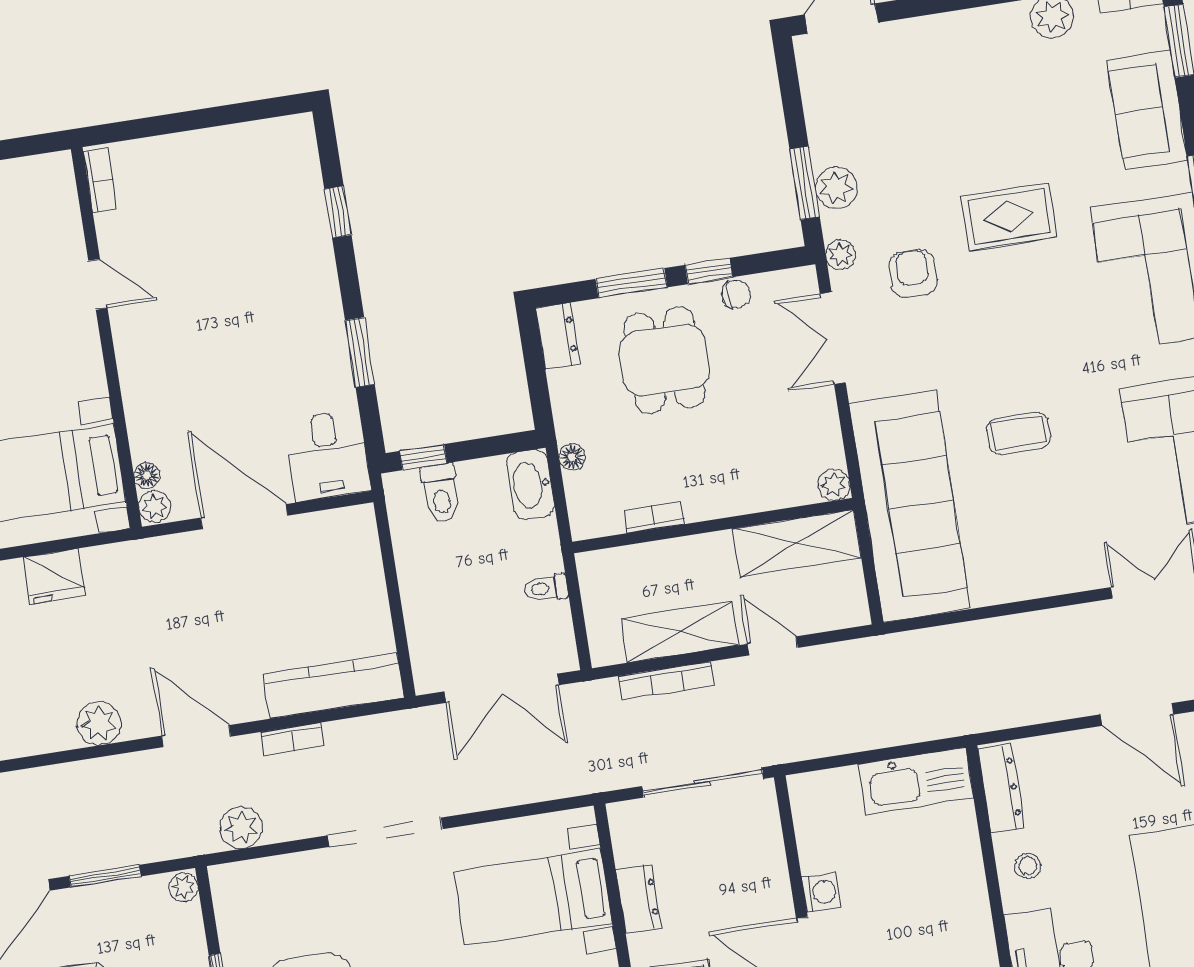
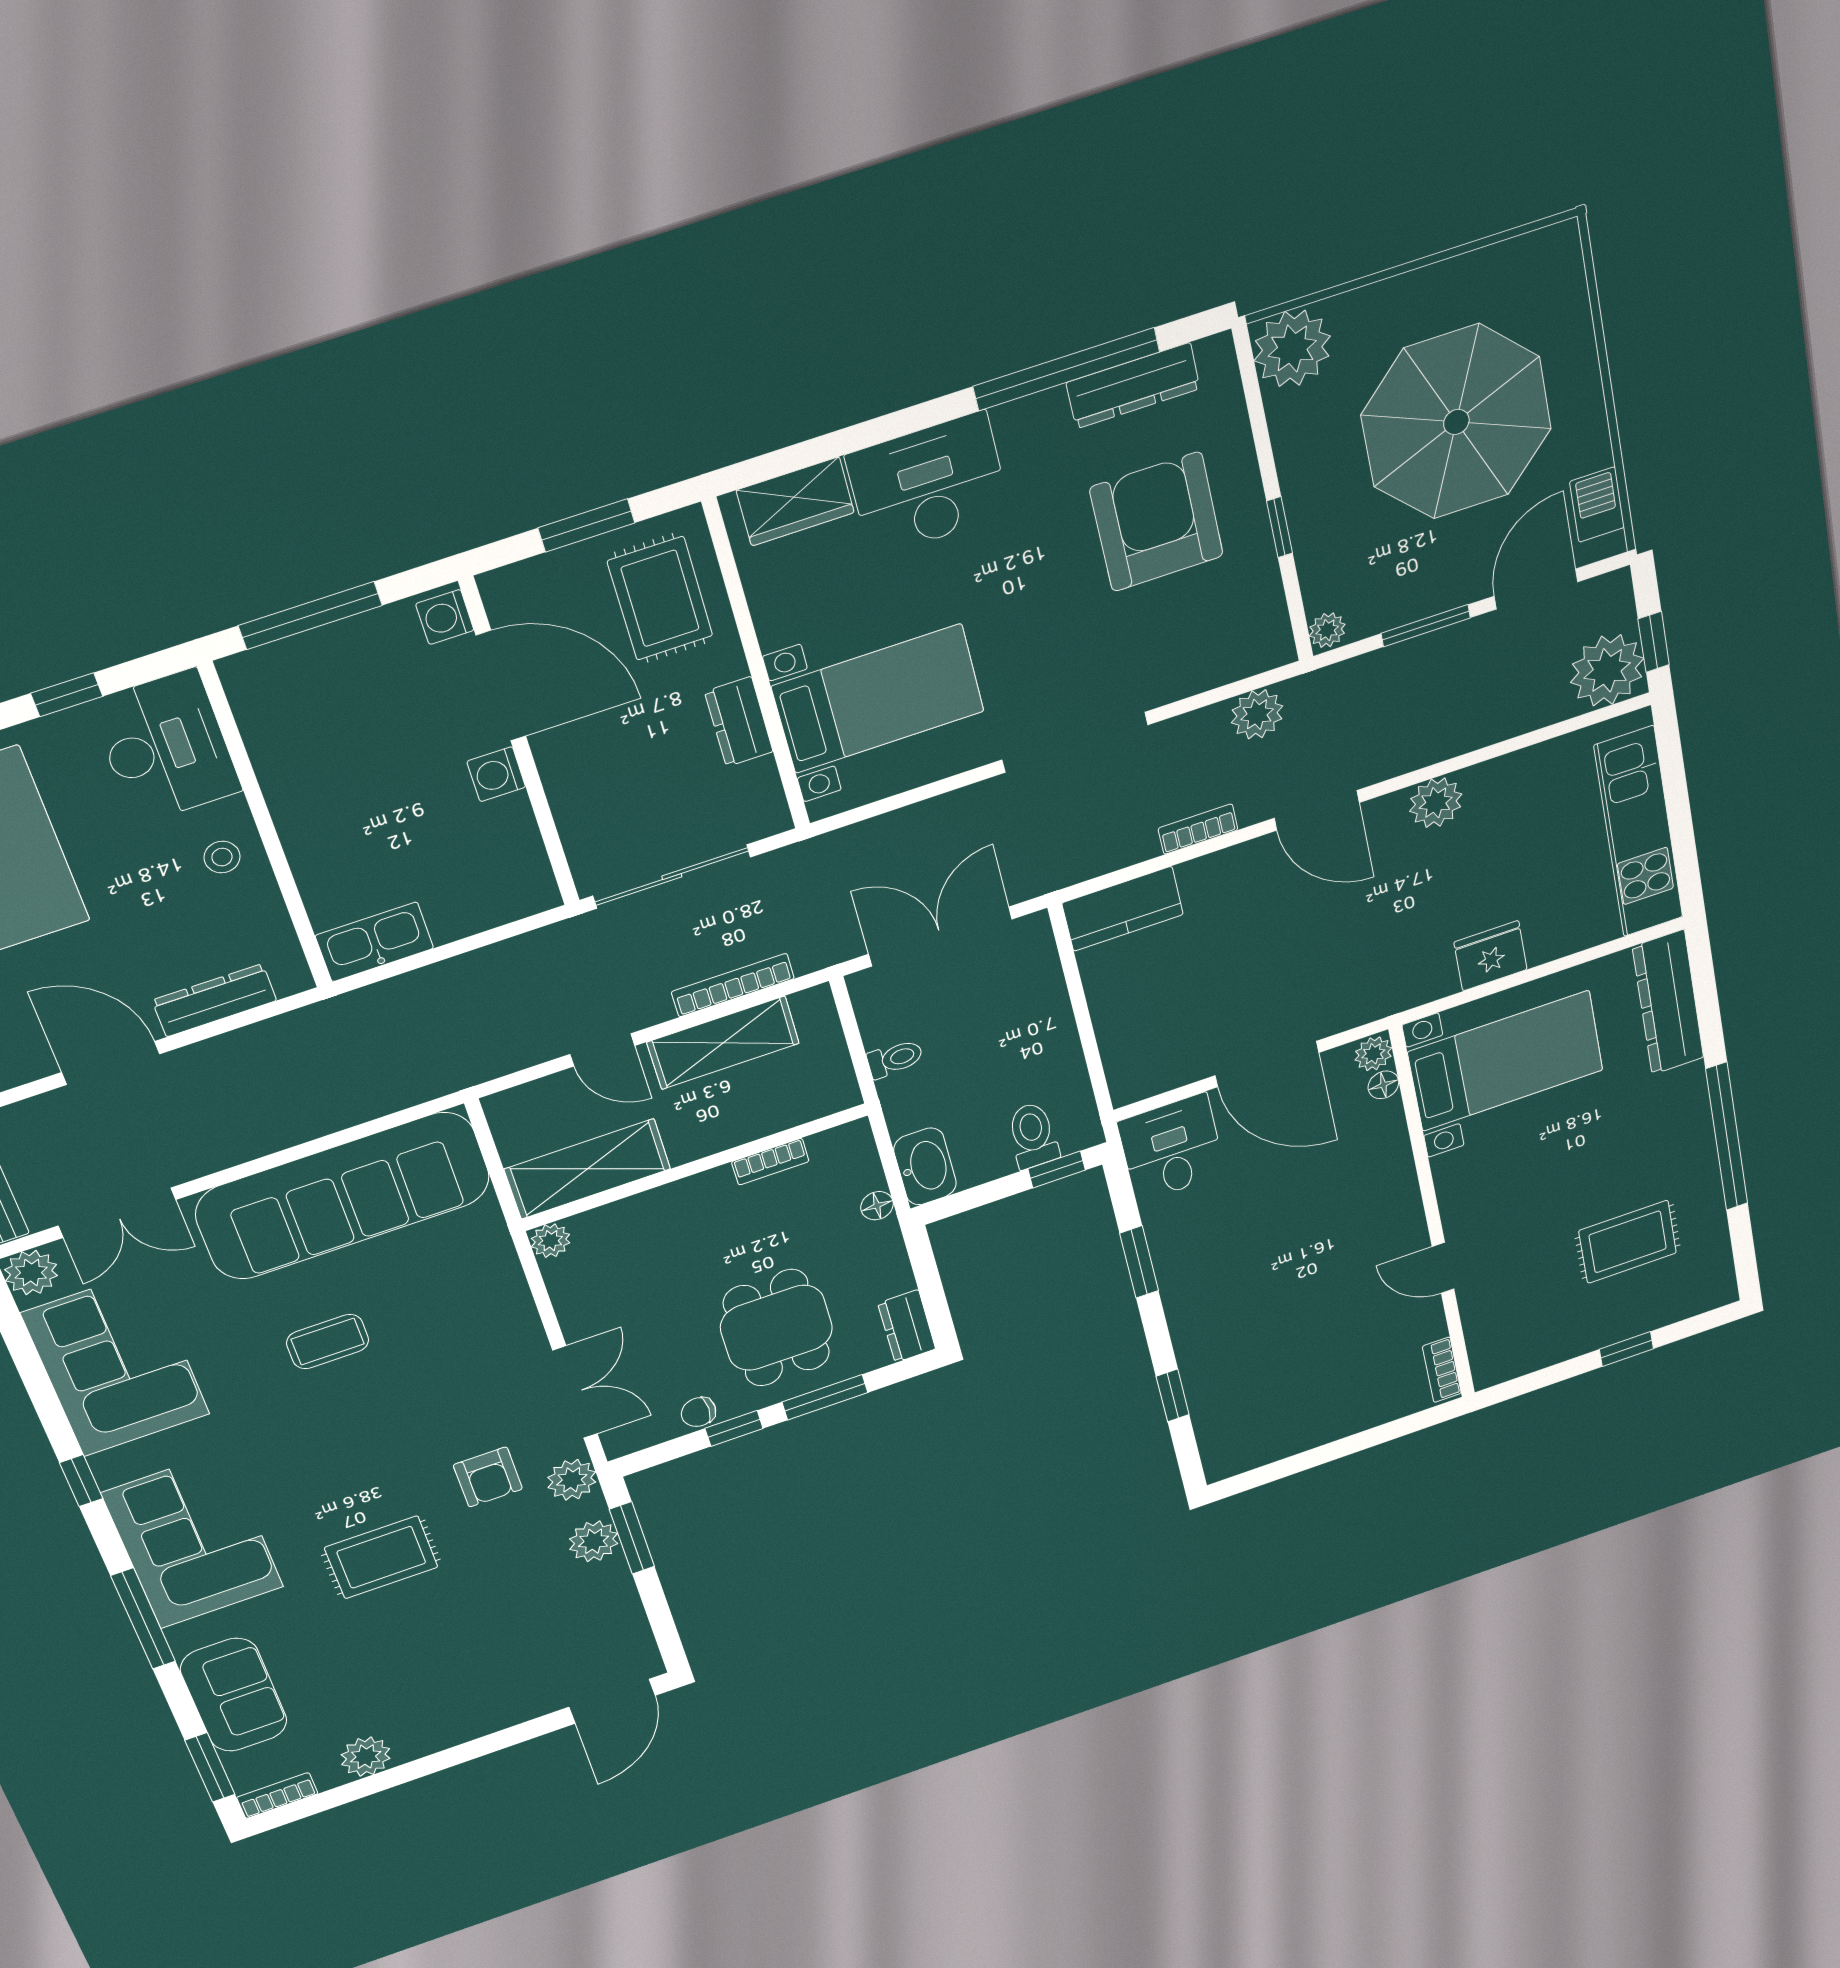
plant: (841, 254) -> (572, 1480), width x1.38, depth x1.38
sofa: (910, 506) -> (343, 1196), moved, turned -90
kitchen counter: (333, 686) -> (1123, 909), width x0.67
kitchen sink: (916, 781) -> (374, 942), width x0.73, depth x0.81
dresser: (1001, 789) -> (214, 1000), moved, turned 90

